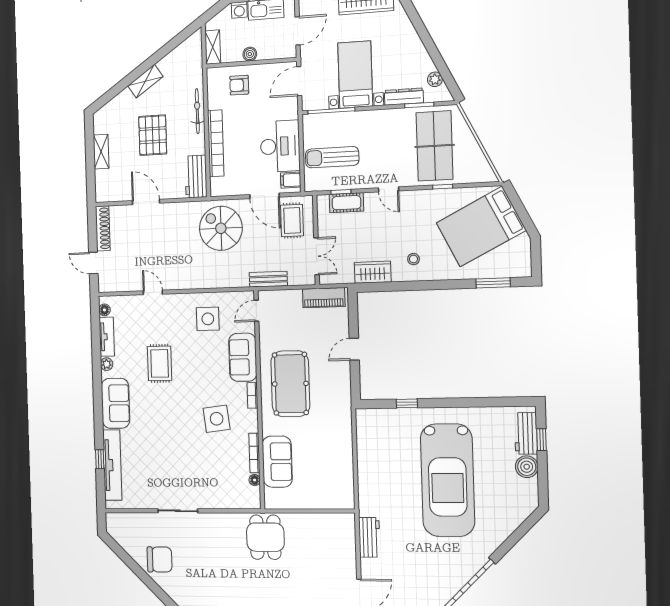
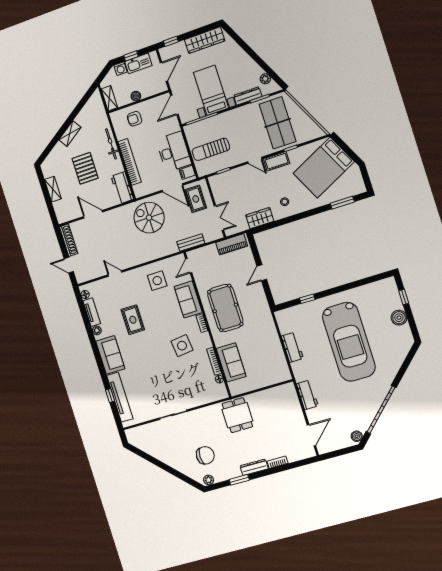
cot: (346, 203) -> (277, 161), moved
workbench: (526, 433) -> (292, 347), moved, turned 180
chair: (160, 559) -> (205, 455), moved

